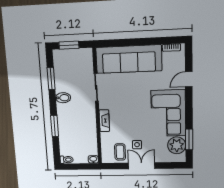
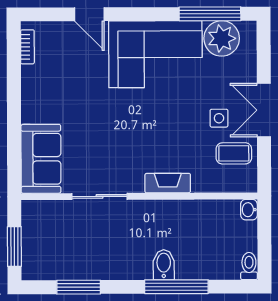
sofa: (129, 59) -> (41, 159), width x0.54, depth x0.79
bidet: (63, 98) -> (164, 265), moved
window: (55, 126) -> (176, 287), width x1.44
window: (189, 139) -> (210, 14), width x1.44

